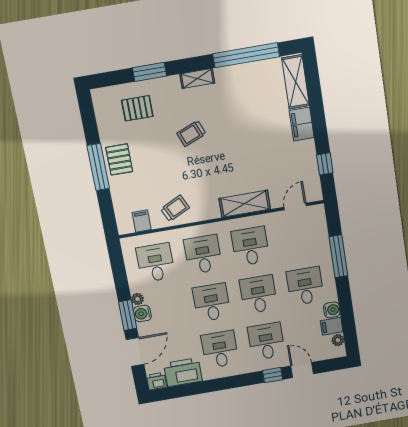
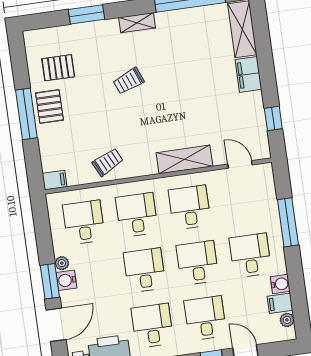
pallet: (137, 108) -> (58, 68), moved
door: (295, 207) -> (240, 164), hinge flipped
filing cabinet: (142, 221) -> (55, 180), moved, turned 90

